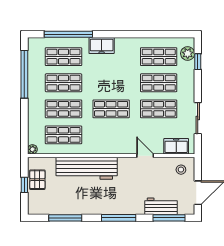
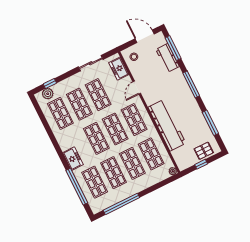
shop shelf: (111, 83) -> (96, 138), added
shop shelf: (111, 135) -> (134, 120), added
pallet: (37, 180) -> (204, 151), moved

